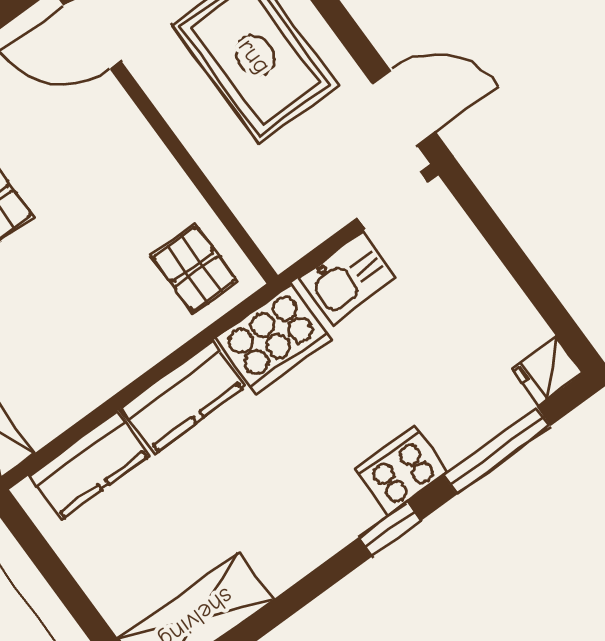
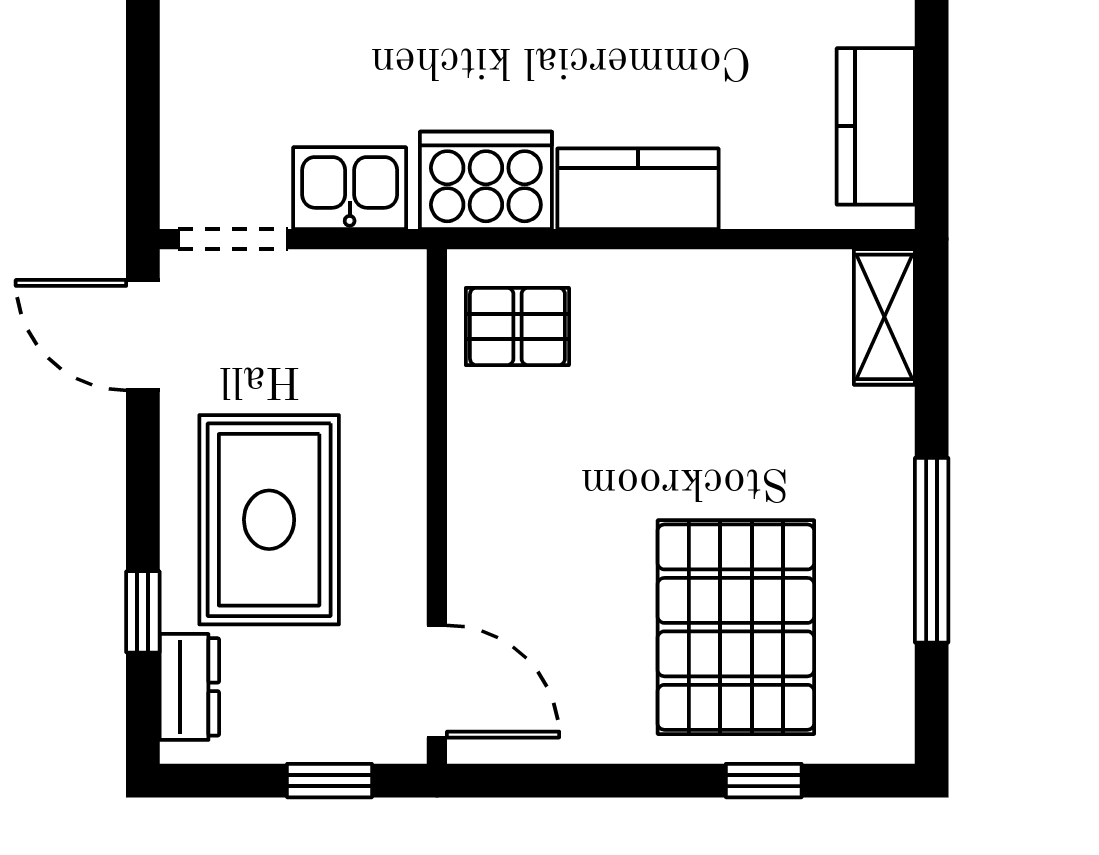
pallet: (194, 269) -> (517, 326), turned 90
kitchen counter: (89, 465) -> (876, 126), moved, turned -90

